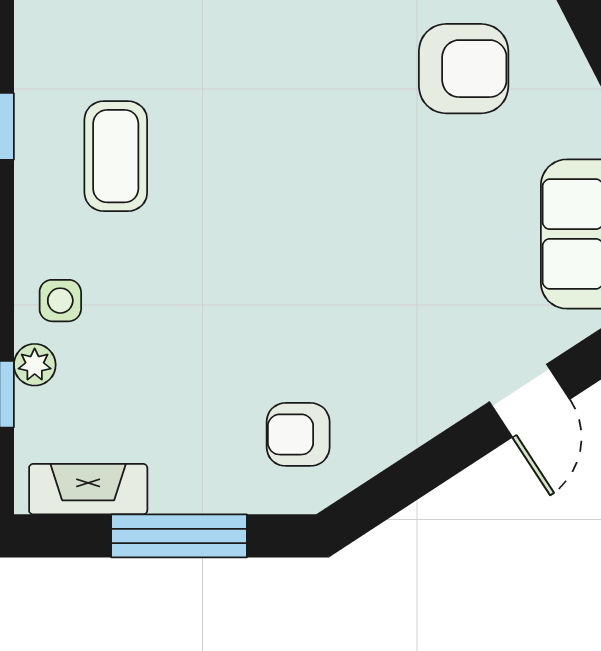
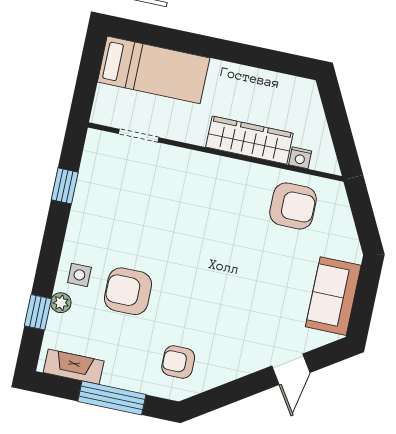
coffee table: (116, 156) -> (120, 212), removed
armchair: (166, 313) -> (128, 291), added

